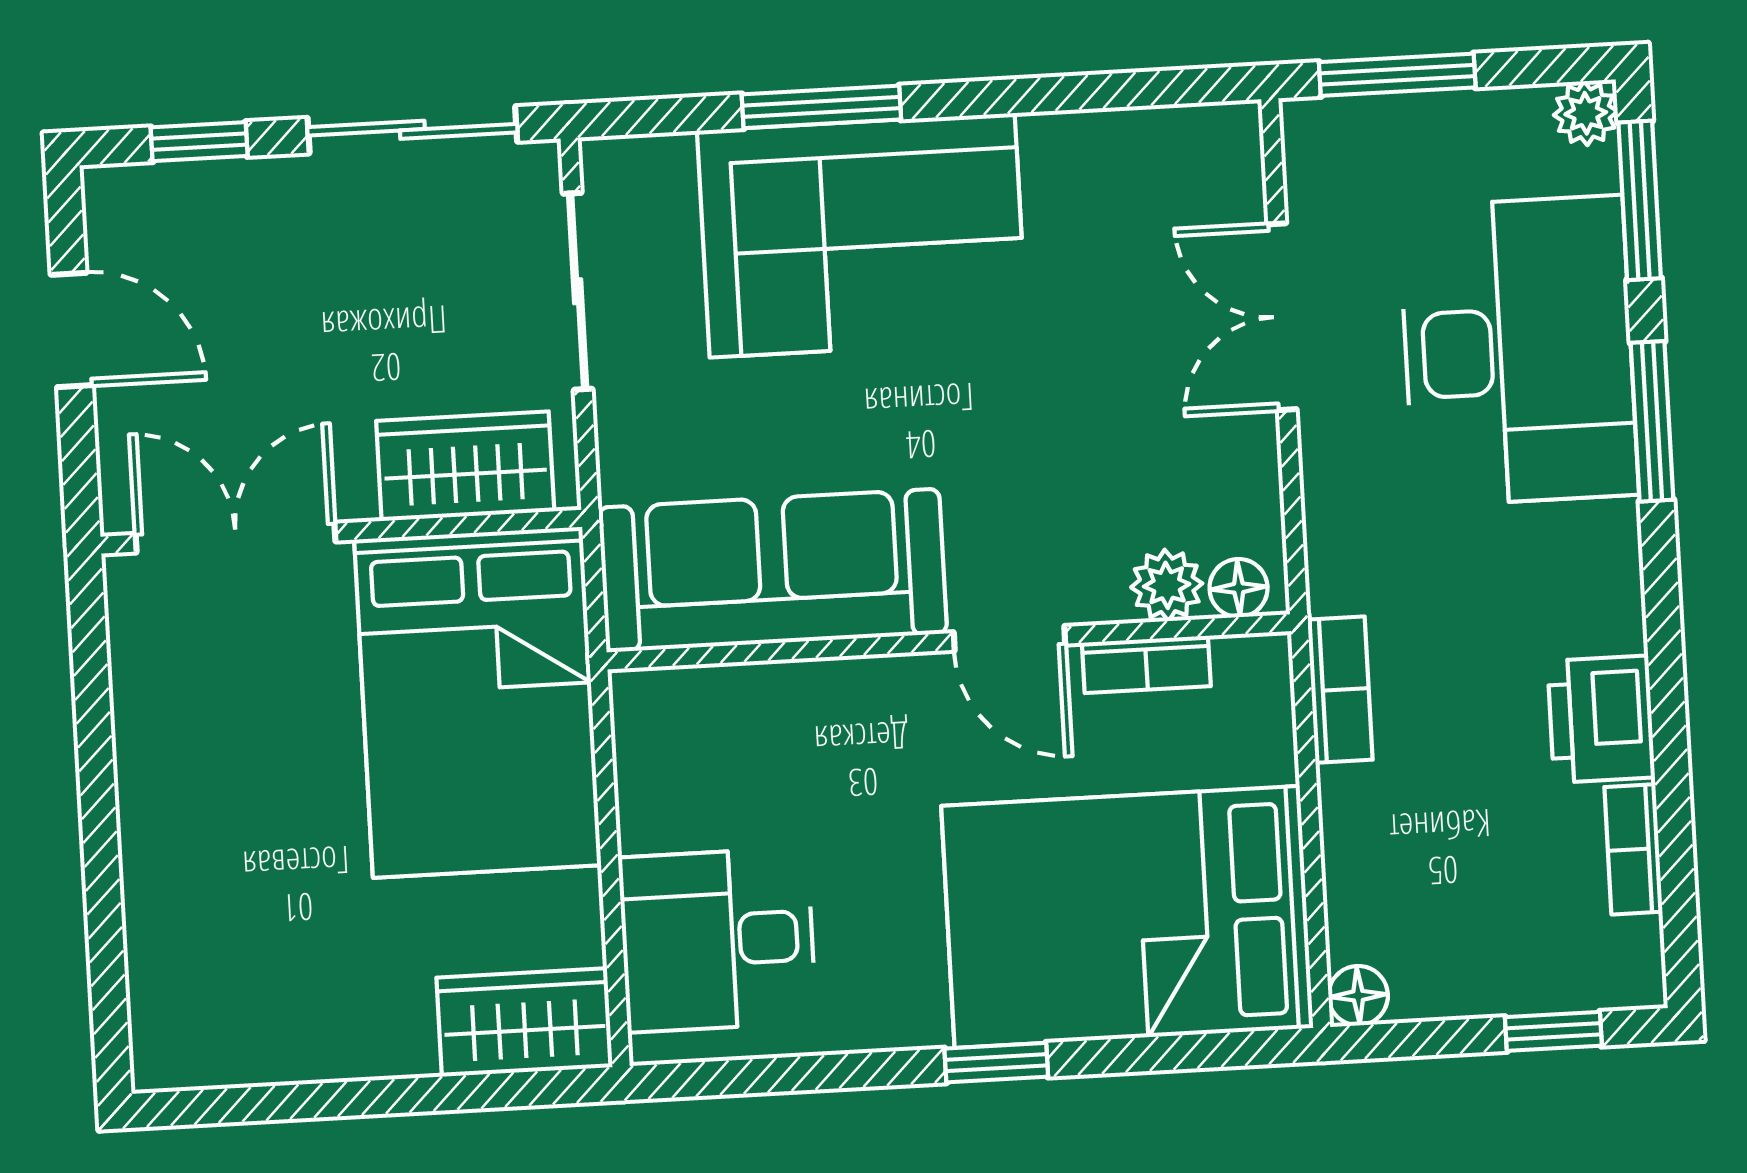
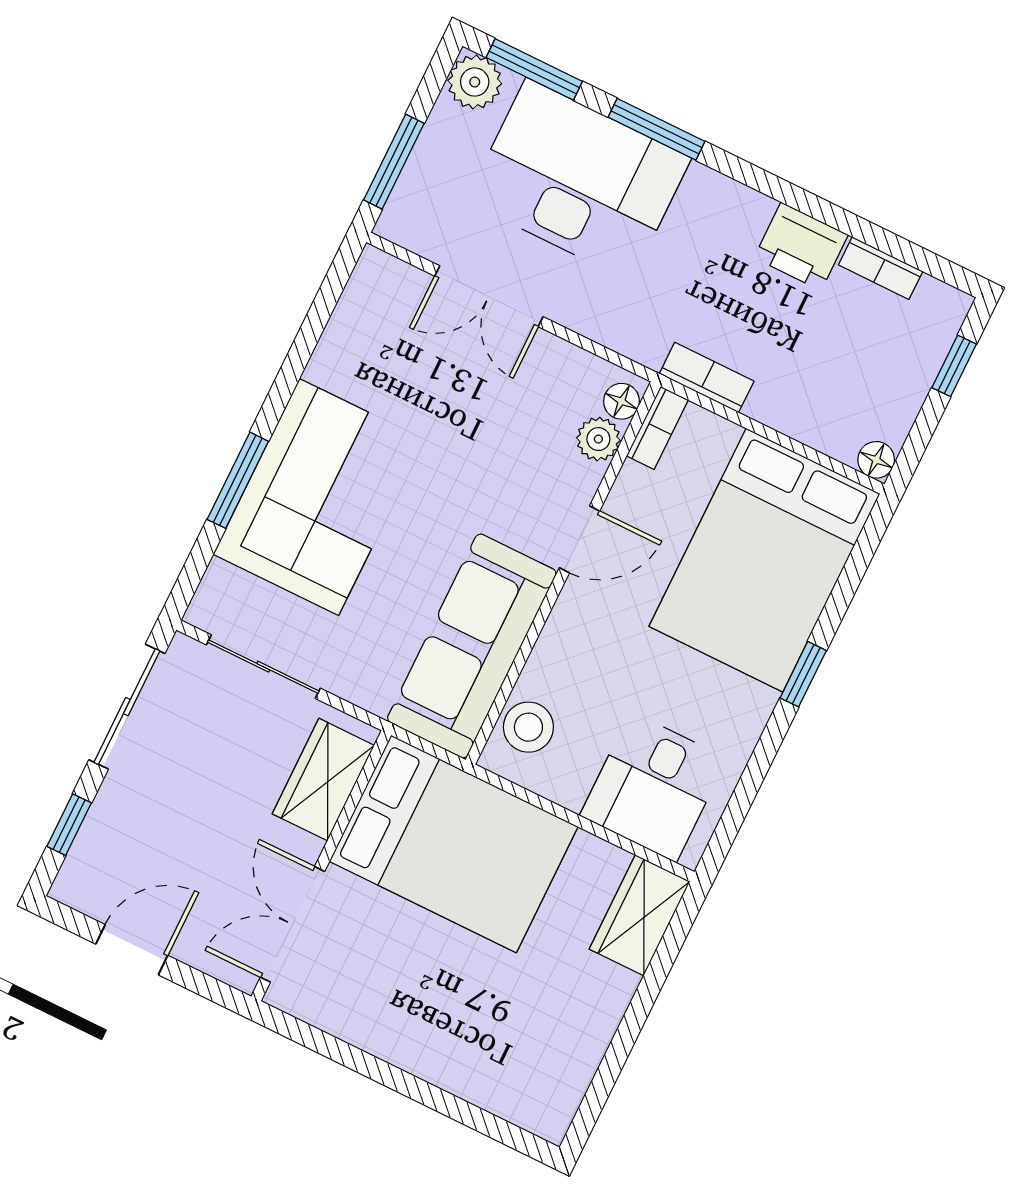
plant: (1586, 113) -> (475, 82), width x1.38, depth x1.38
bookcase: (1146, 664) -> (657, 428), moved
stool: (703, 715) -> (528, 727), added

